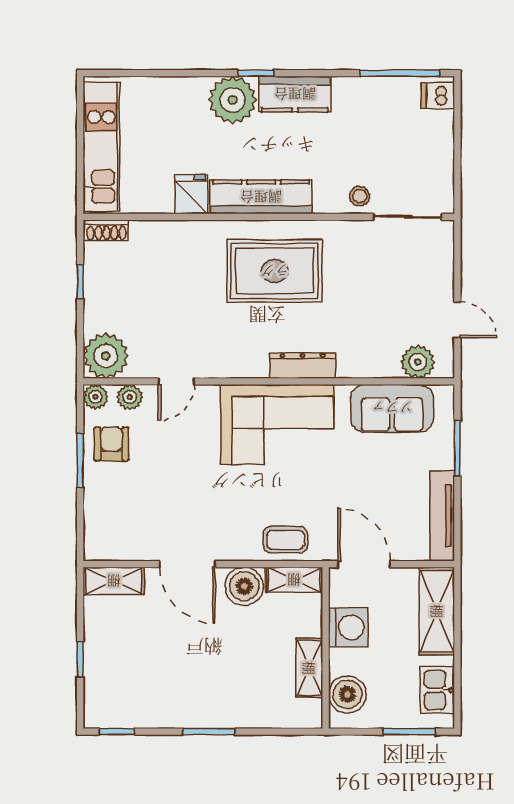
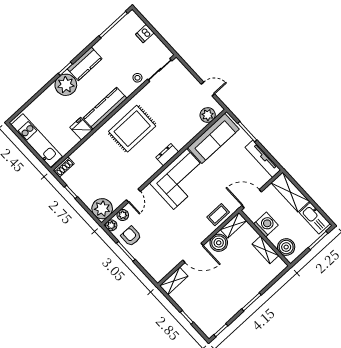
dishwasher: (438, 95) -> (145, 34), moved
dresser: (303, 366) -> (167, 155), width x0.70
sofa: (392, 408) -> (213, 138), width x1.36
kitchen sink: (437, 690) -> (315, 218), width x1.38

